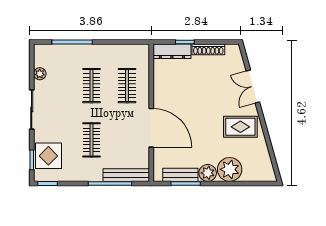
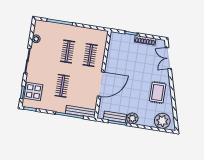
dresser: (172, 51) -> (122, 38), removed
double door: (253, 86) -> (168, 58), moved
rug: (240, 127) -> (158, 92), turned 90
door: (151, 128) -> (101, 84), hinge flipped
plant: (230, 169) -> (162, 121), moved

